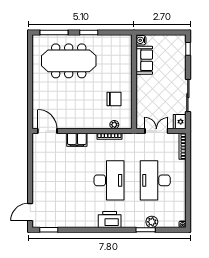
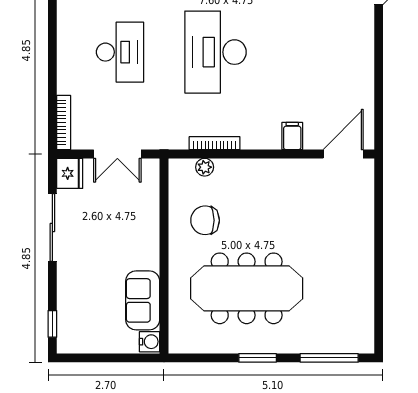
meeting table: (69, 61) -> (247, 288), moved
door: (47, 131) -> (343, 154), swing flipped
filing cabinet: (77, 140) -> (292, 136), width x0.50
desk: (155, 180) -> (120, 52), width x0.73, depth x0.77

